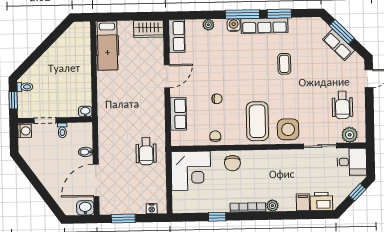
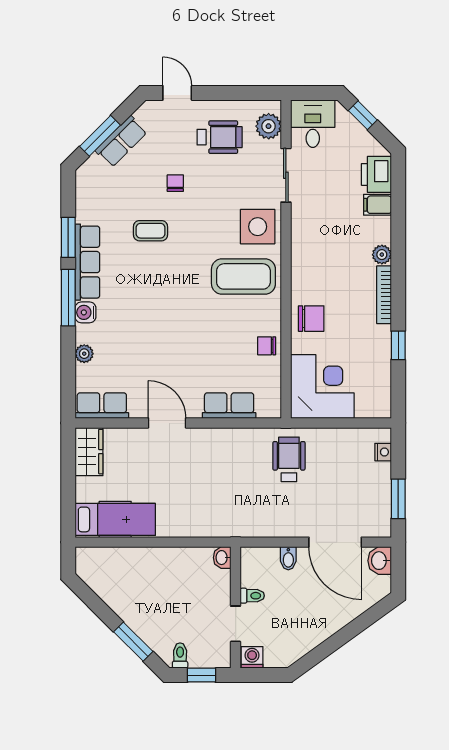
window: (33, 58) -> (133, 642), added
chair: (217, 99) -> (175, 183), moved
wheelchair: (146, 151) -> (289, 459), turned -90

